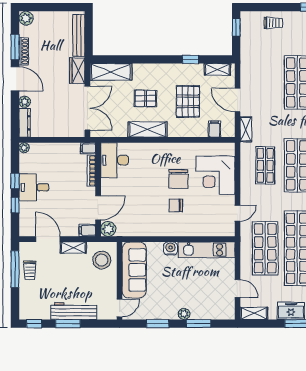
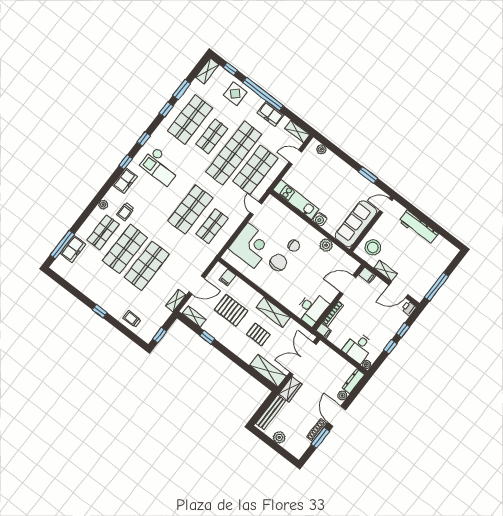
plant: (26, 18) -> (279, 437), moved
door: (238, 100) -> (197, 285), hinge flipped
pallet: (188, 101) -> (231, 310), turned 90
shelving: (246, 129) -> (176, 301), moved
desk: (34, 187) -> (358, 347), moved, turned 90
door: (238, 213) -> (256, 208), hinge flipped
plant: (108, 229) -> (326, 245), moved
printer: (25, 230) -> (409, 308), added
door: (48, 239) -> (398, 290), hinge flipped
trolley: (30, 270) -> (427, 278), removed
door: (238, 289) -> (295, 157), hinge flipped
plant: (184, 314) -> (321, 149), moved
window: (34, 324) -> (452, 240), removed
window: (68, 324) -> (429, 222), removed
window: (199, 324) -> (340, 153), removed

